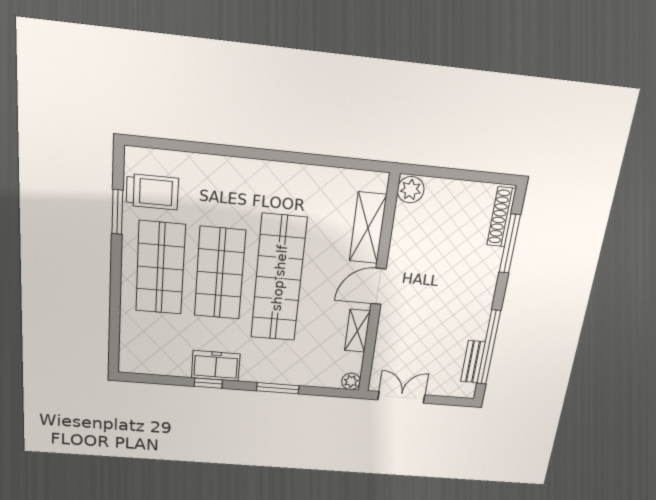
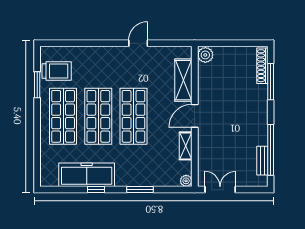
door: (299, 158) -> (138, 43), added
shop shelf: (279, 278) -> (134, 116), width x0.71
freezer: (216, 366) -> (87, 175), width x1.91, depth x1.26

